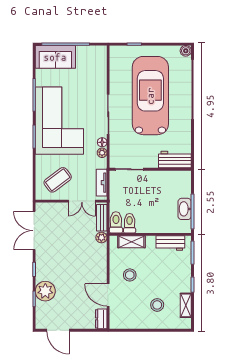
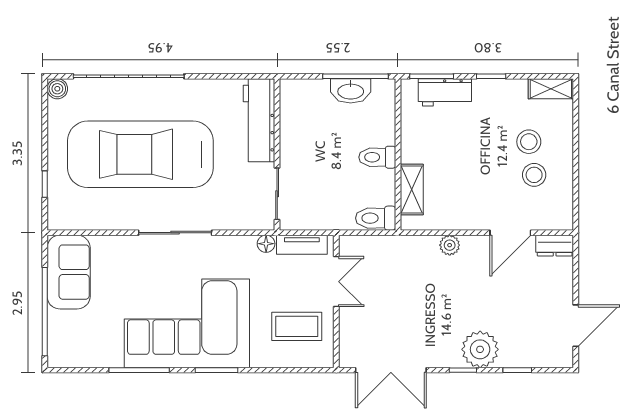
sofa: (55, 57) -> (69, 272), moved
floor lamp: (102, 142) -> (266, 244), moved
plant: (102, 153) -> (246, 244), removed
workbench: (175, 160) -> (259, 120), width x1.37
coffee table: (58, 180) -> (297, 326), turned -53
bench: (102, 218) -> (367, 244), removed
toilet: (130, 223) -> (377, 157), moved
plant: (101, 238) -> (450, 245), moved
workbench: (170, 243) -> (445, 92), moved, turned 90
stool: (130, 275) -> (534, 175), moved
plant: (45, 291) -> (480, 349), moved
shelving: (186, 305) -> (551, 89), moved

